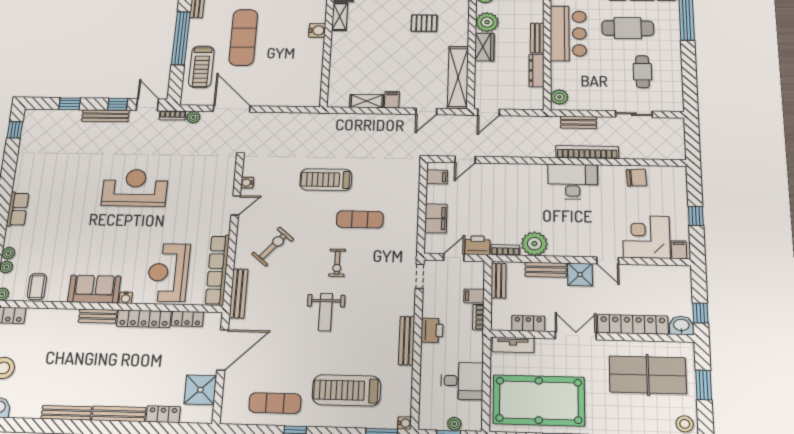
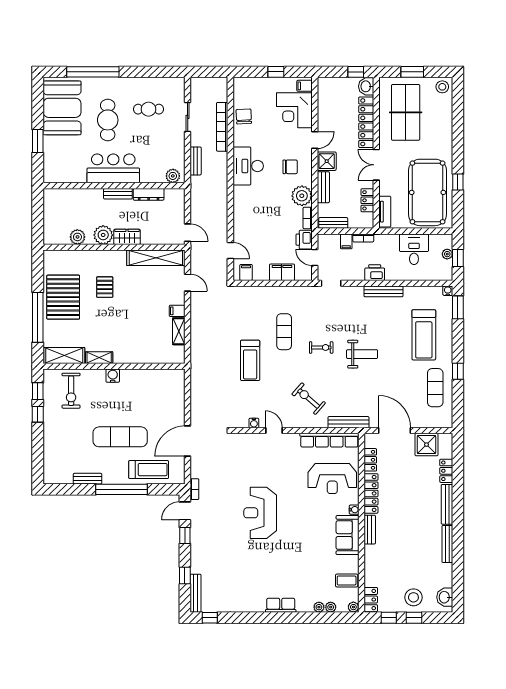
bench: (105, 116) -> (196, 593), moved
plant: (193, 117) -> (196, 472), removed
bookcase: (587, 152) -> (222, 127), moved
chair: (572, 230) -> (290, 167), added

